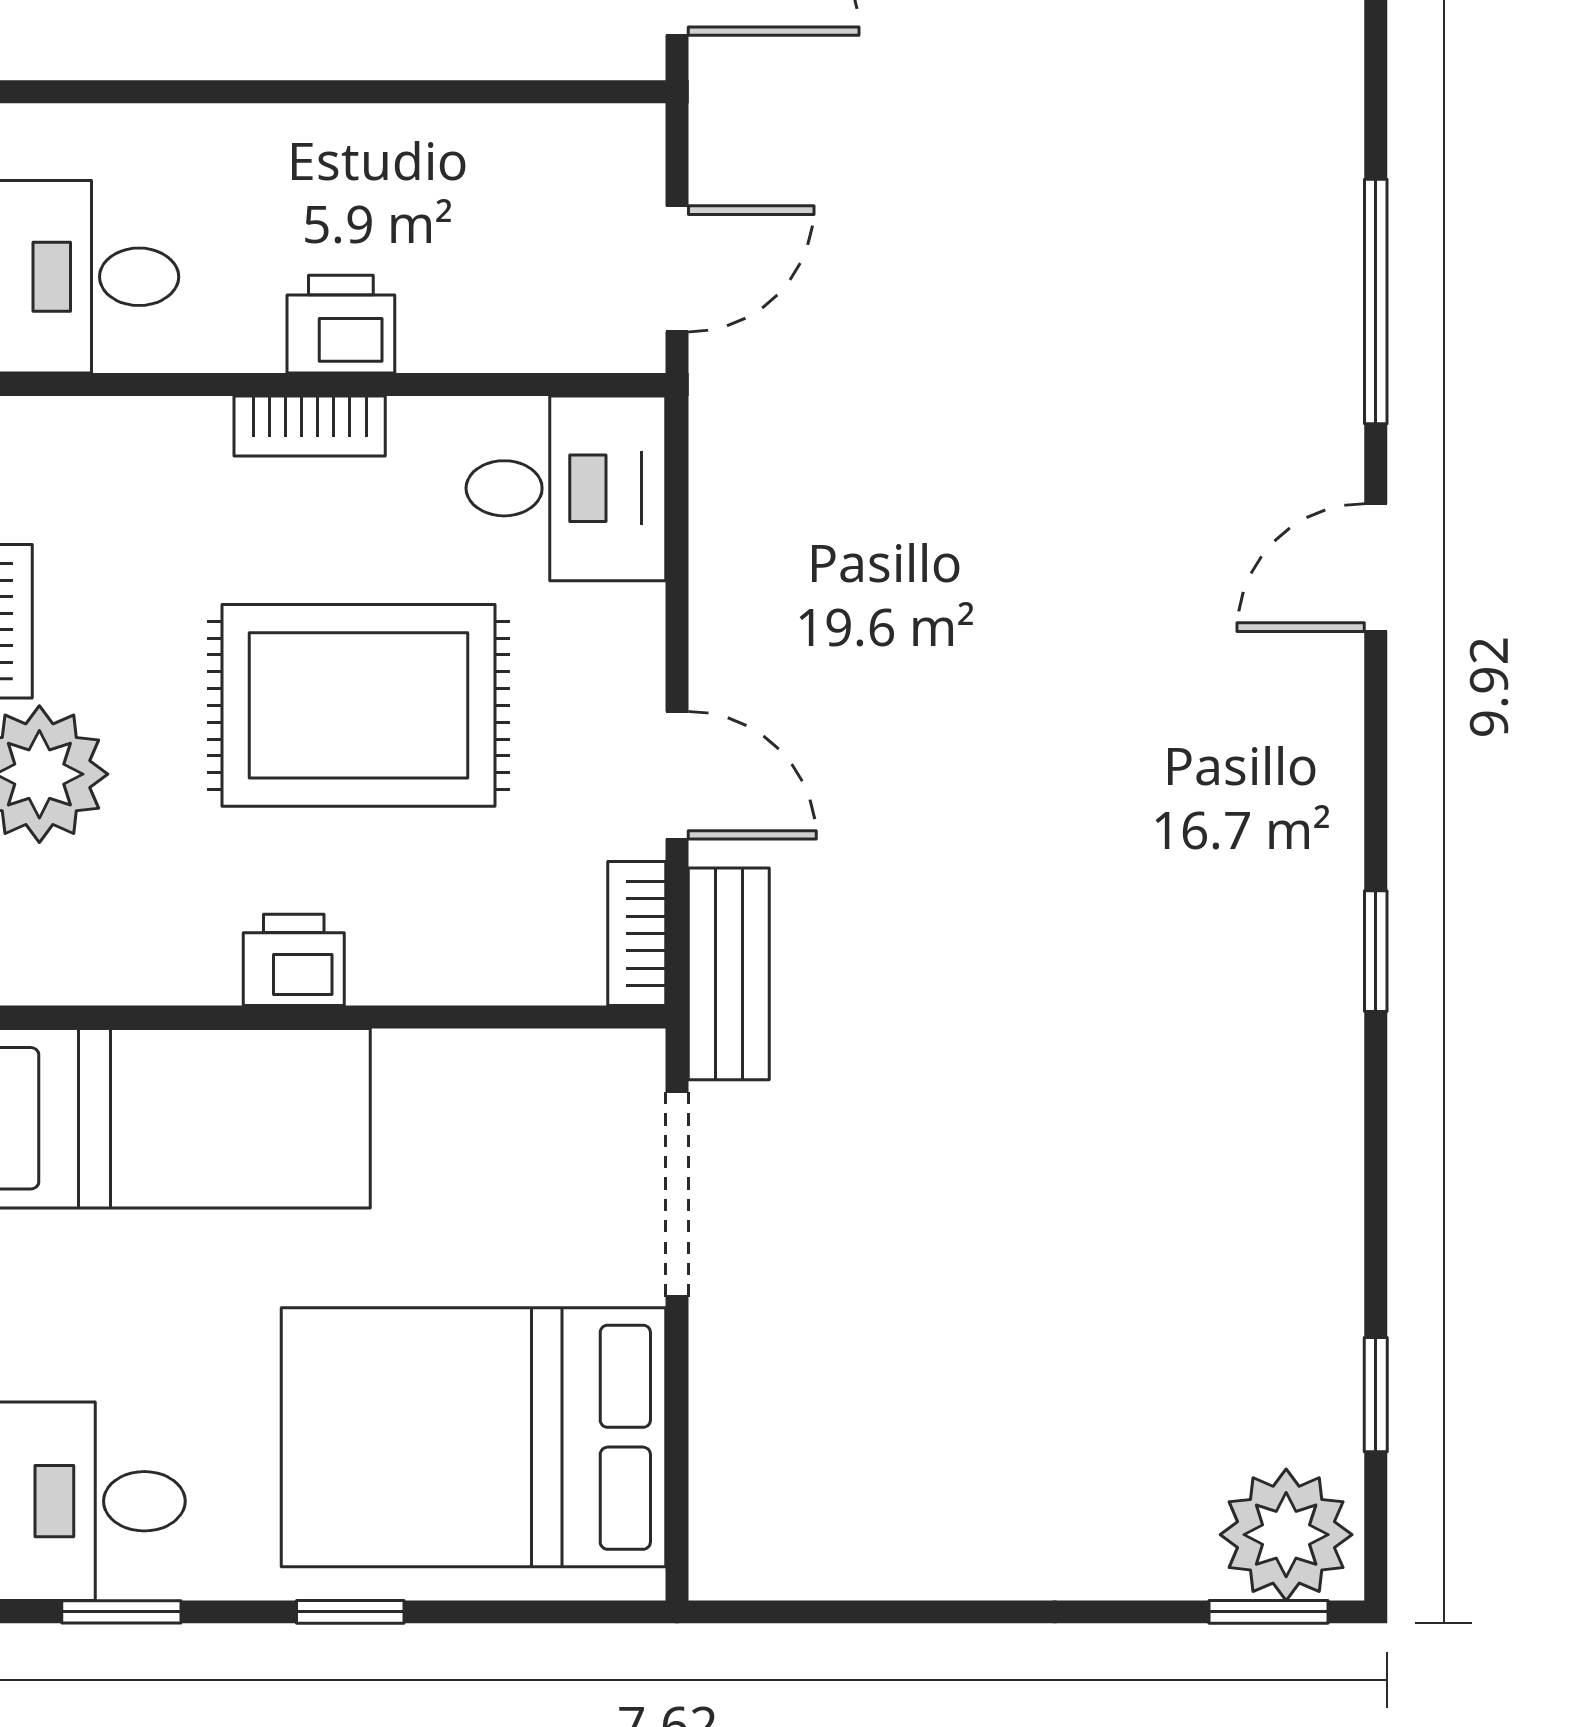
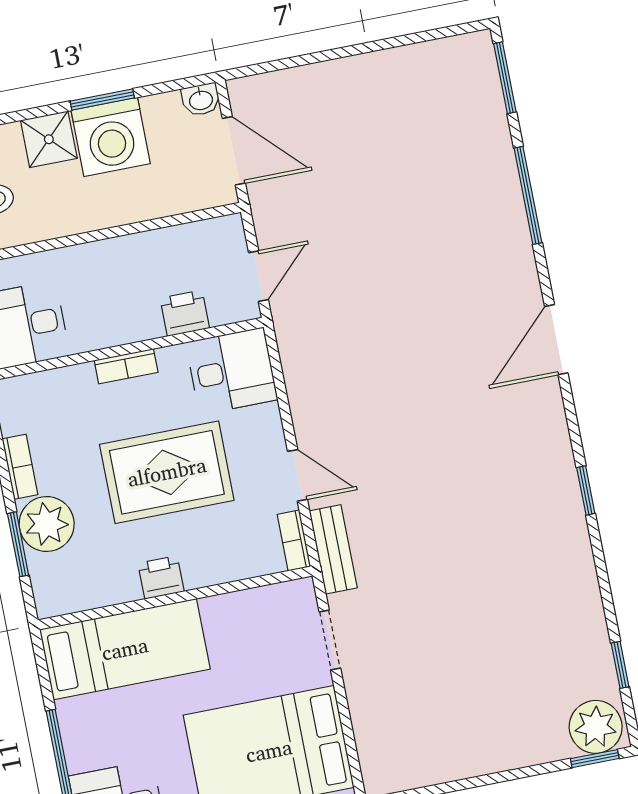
window: (1376, 302) -> (528, 195), moved
printer: (341, 324) -> (185, 313), moved
door: (1376, 568) -> (556, 340), width x1.38
doorway: (677, 1194) -> (330, 640), width x0.73

